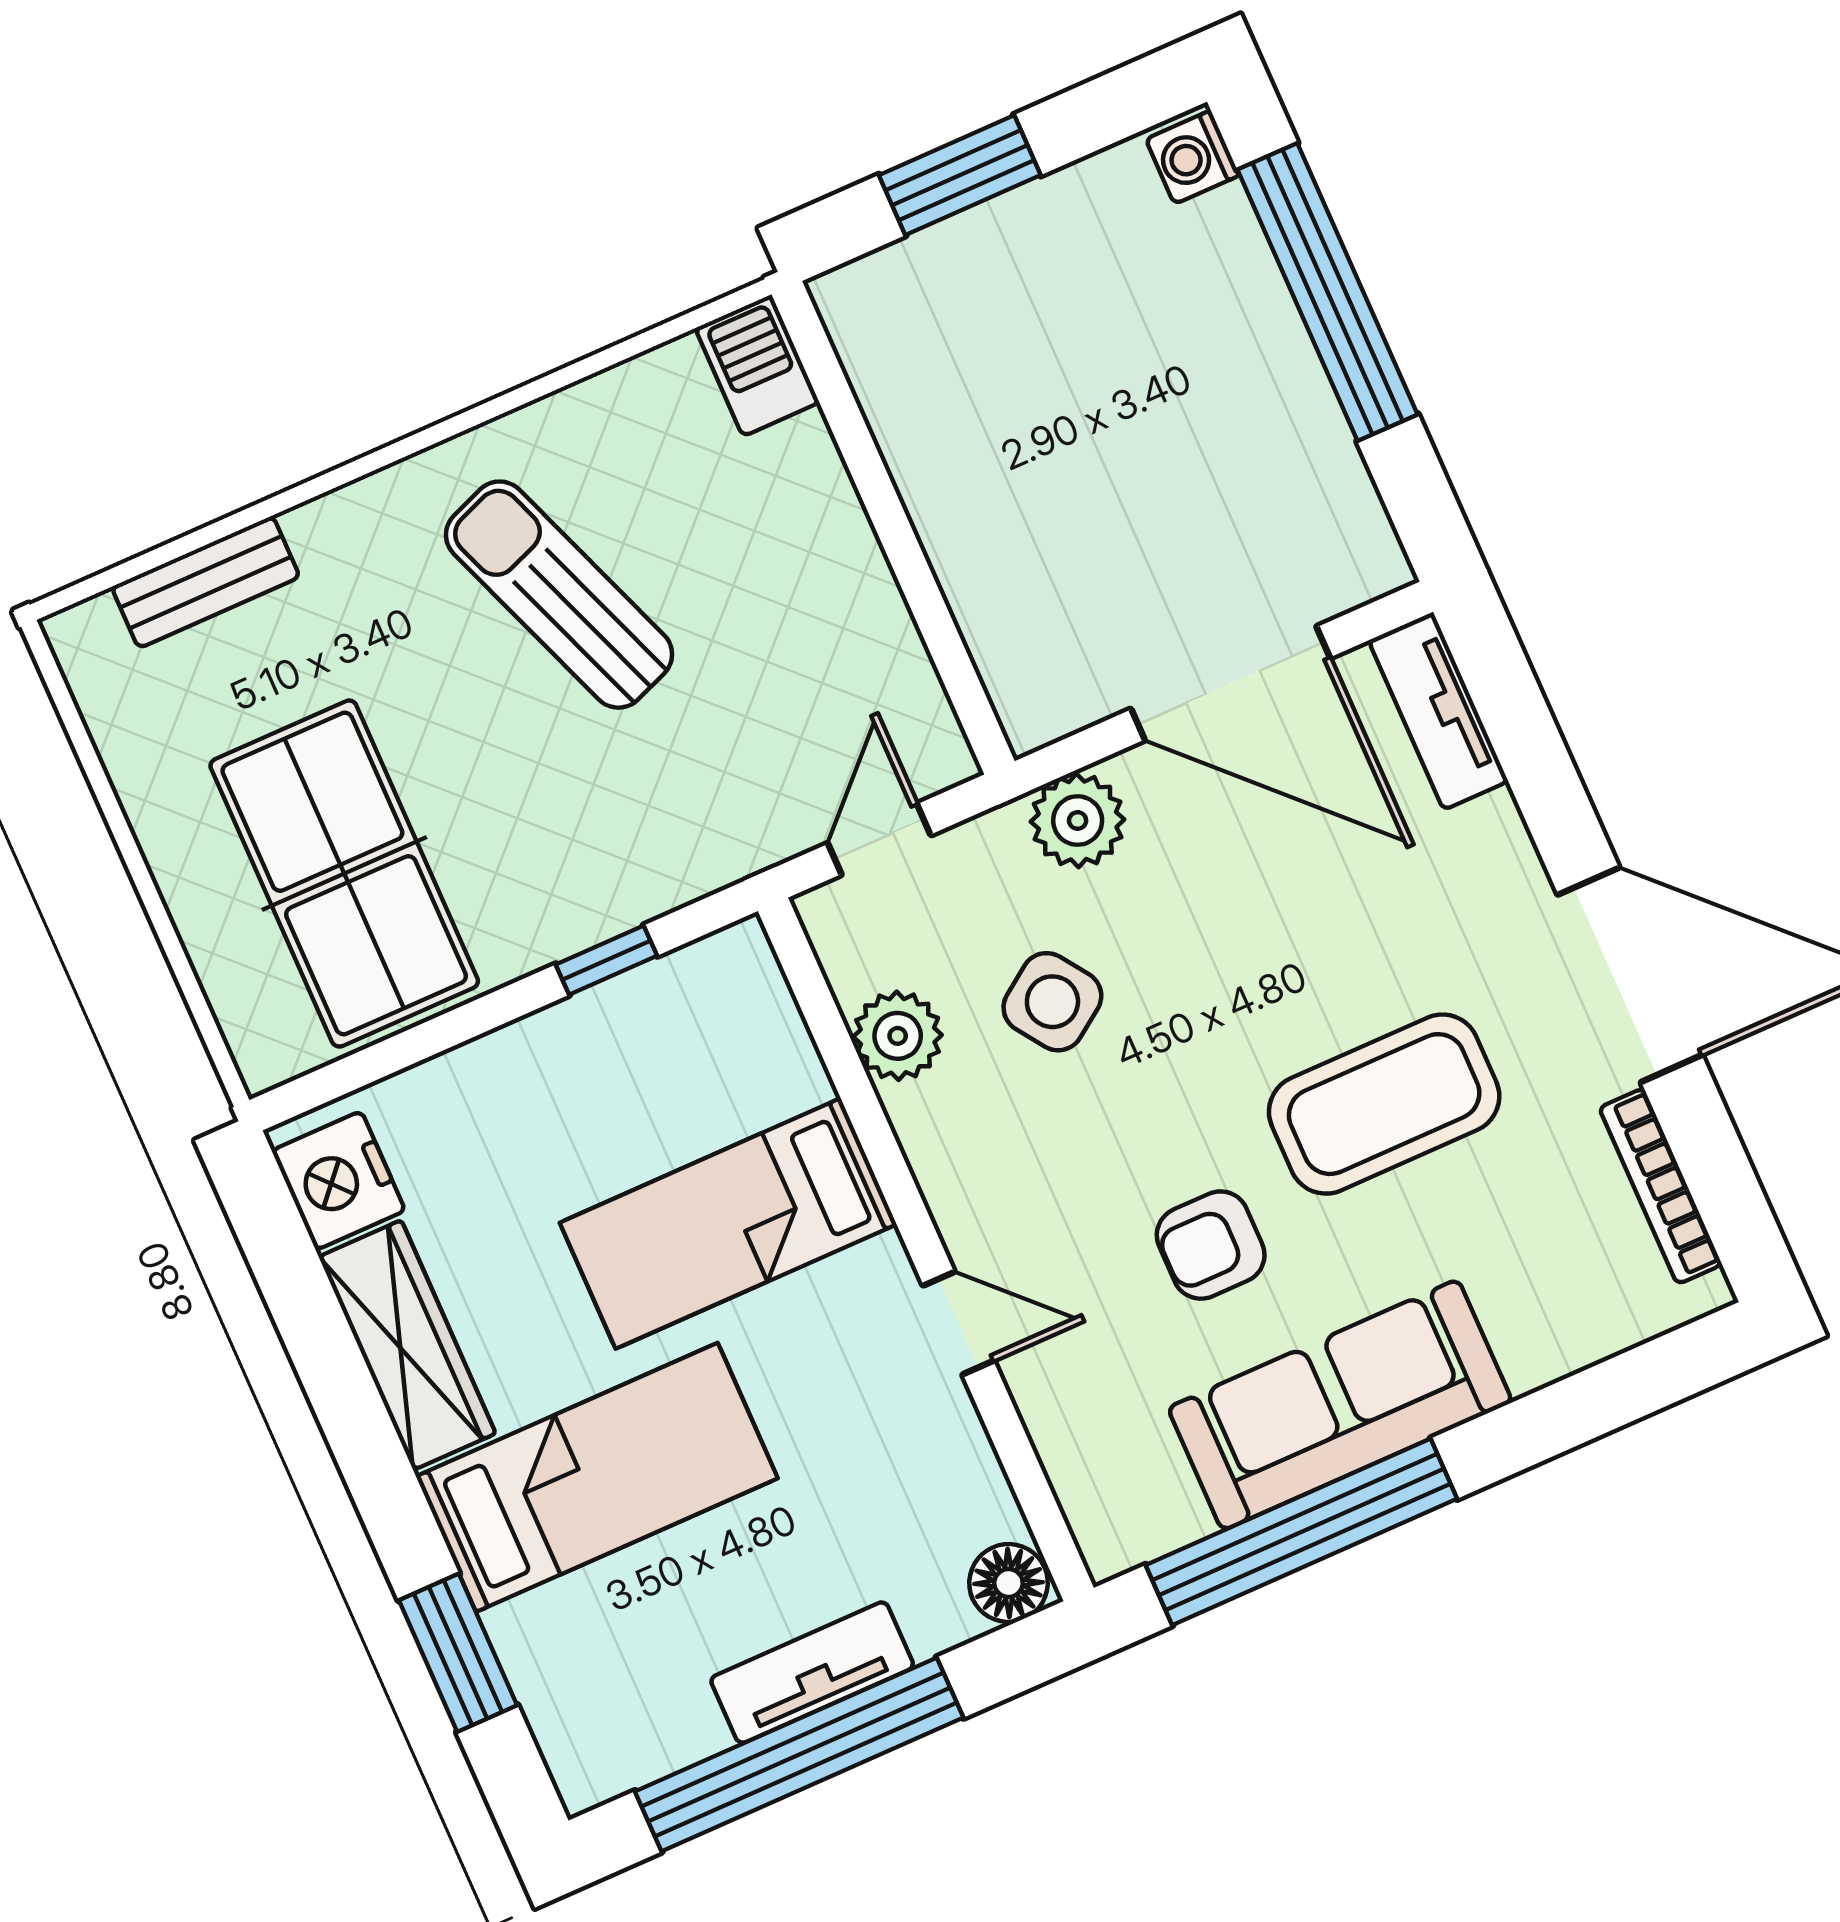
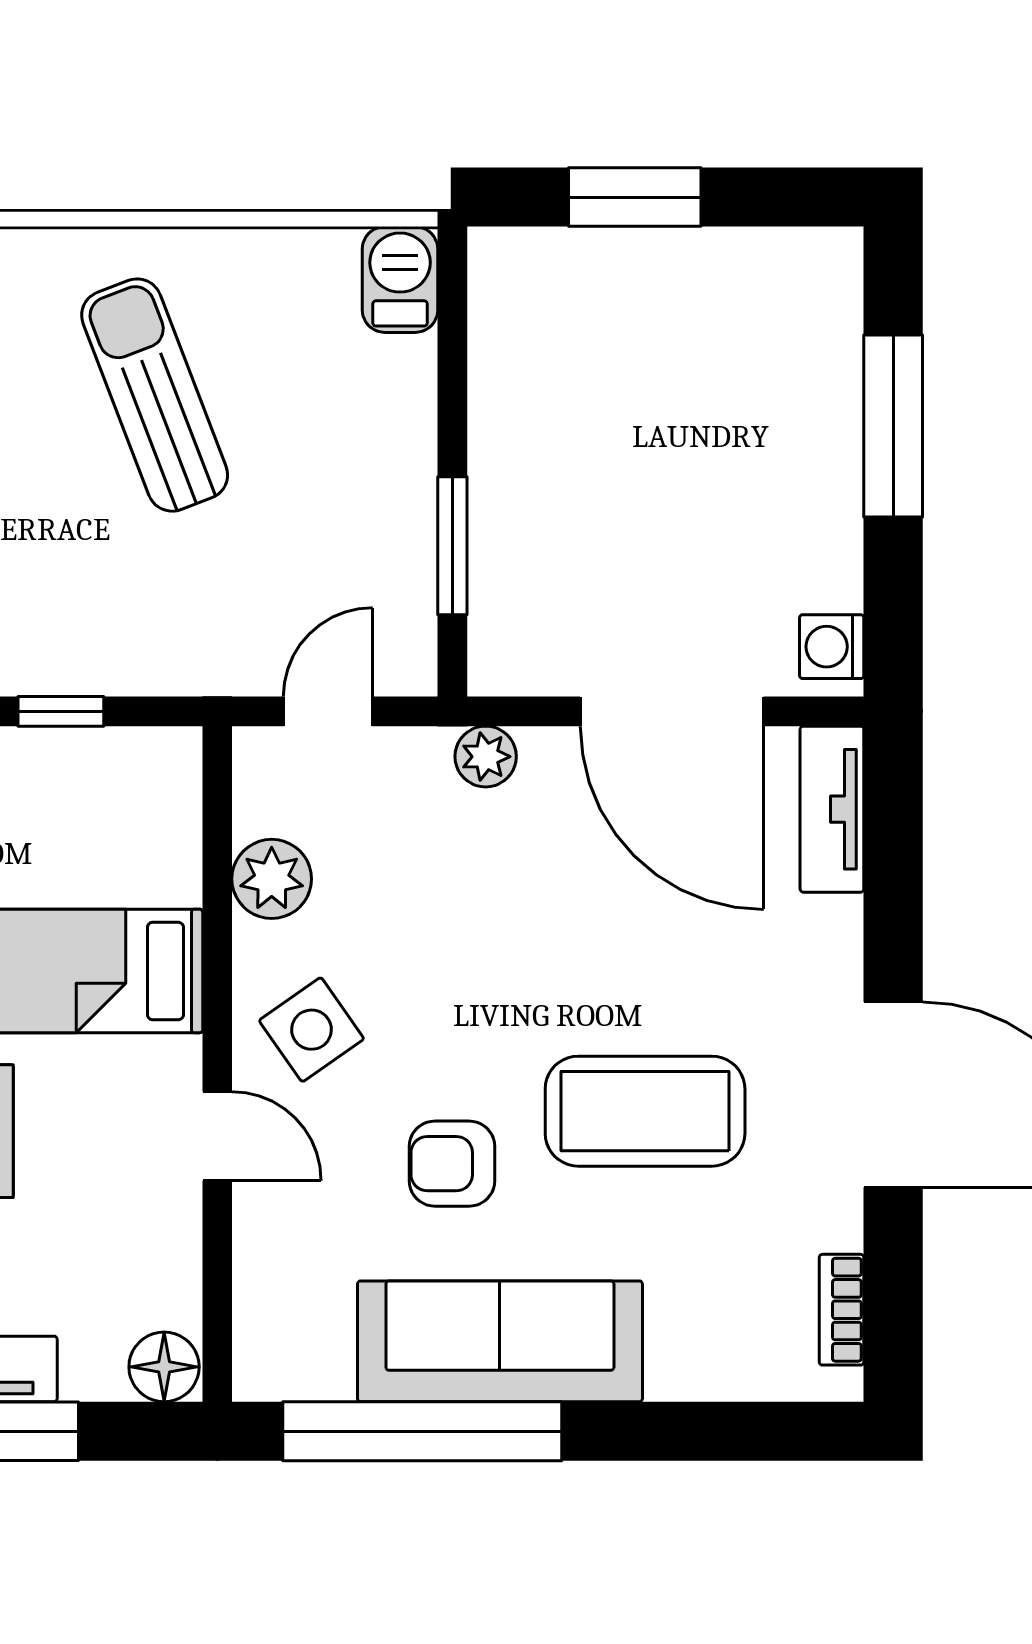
washing machine: (1193, 157) -> (832, 647), moved
window: (1327, 292) -> (893, 426), width x0.68
window: (931, 614) -> (452, 546), added
plant: (1078, 820) -> (486, 757), width x0.73, depth x0.73
side table: (1052, 1002) -> (312, 1030), moved
bookcase: (1661, 1186) -> (842, 1310), width x0.64

